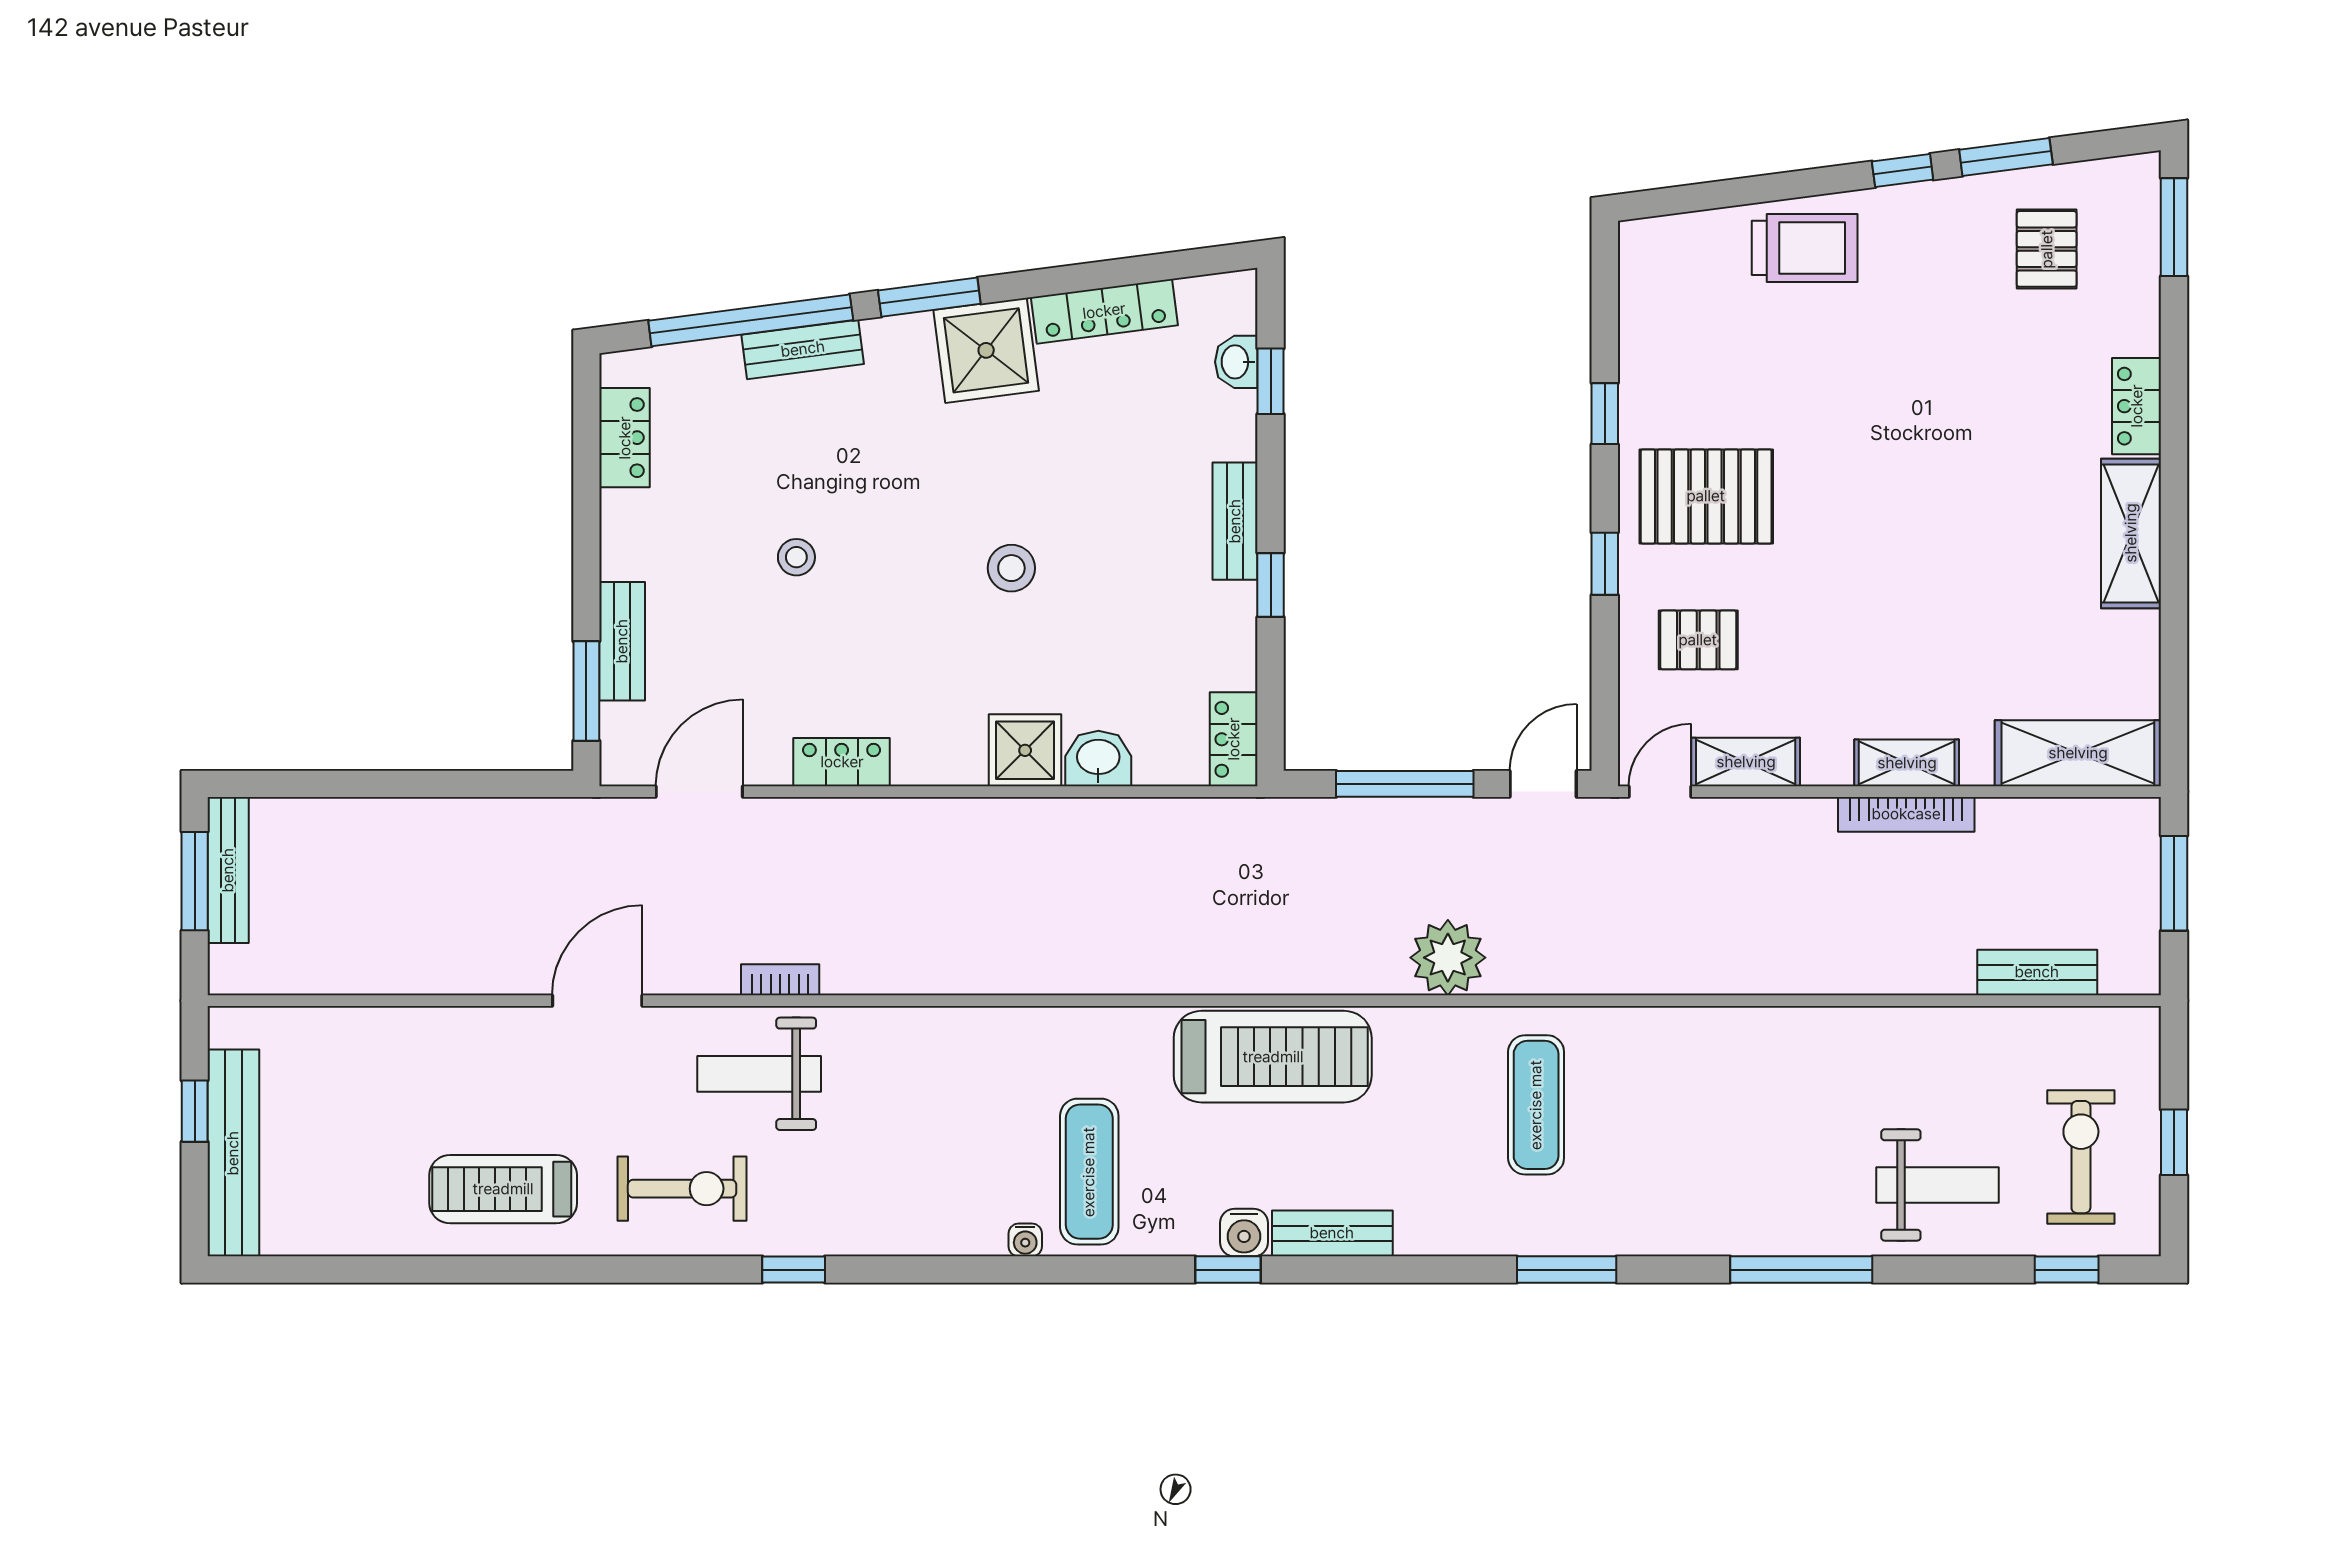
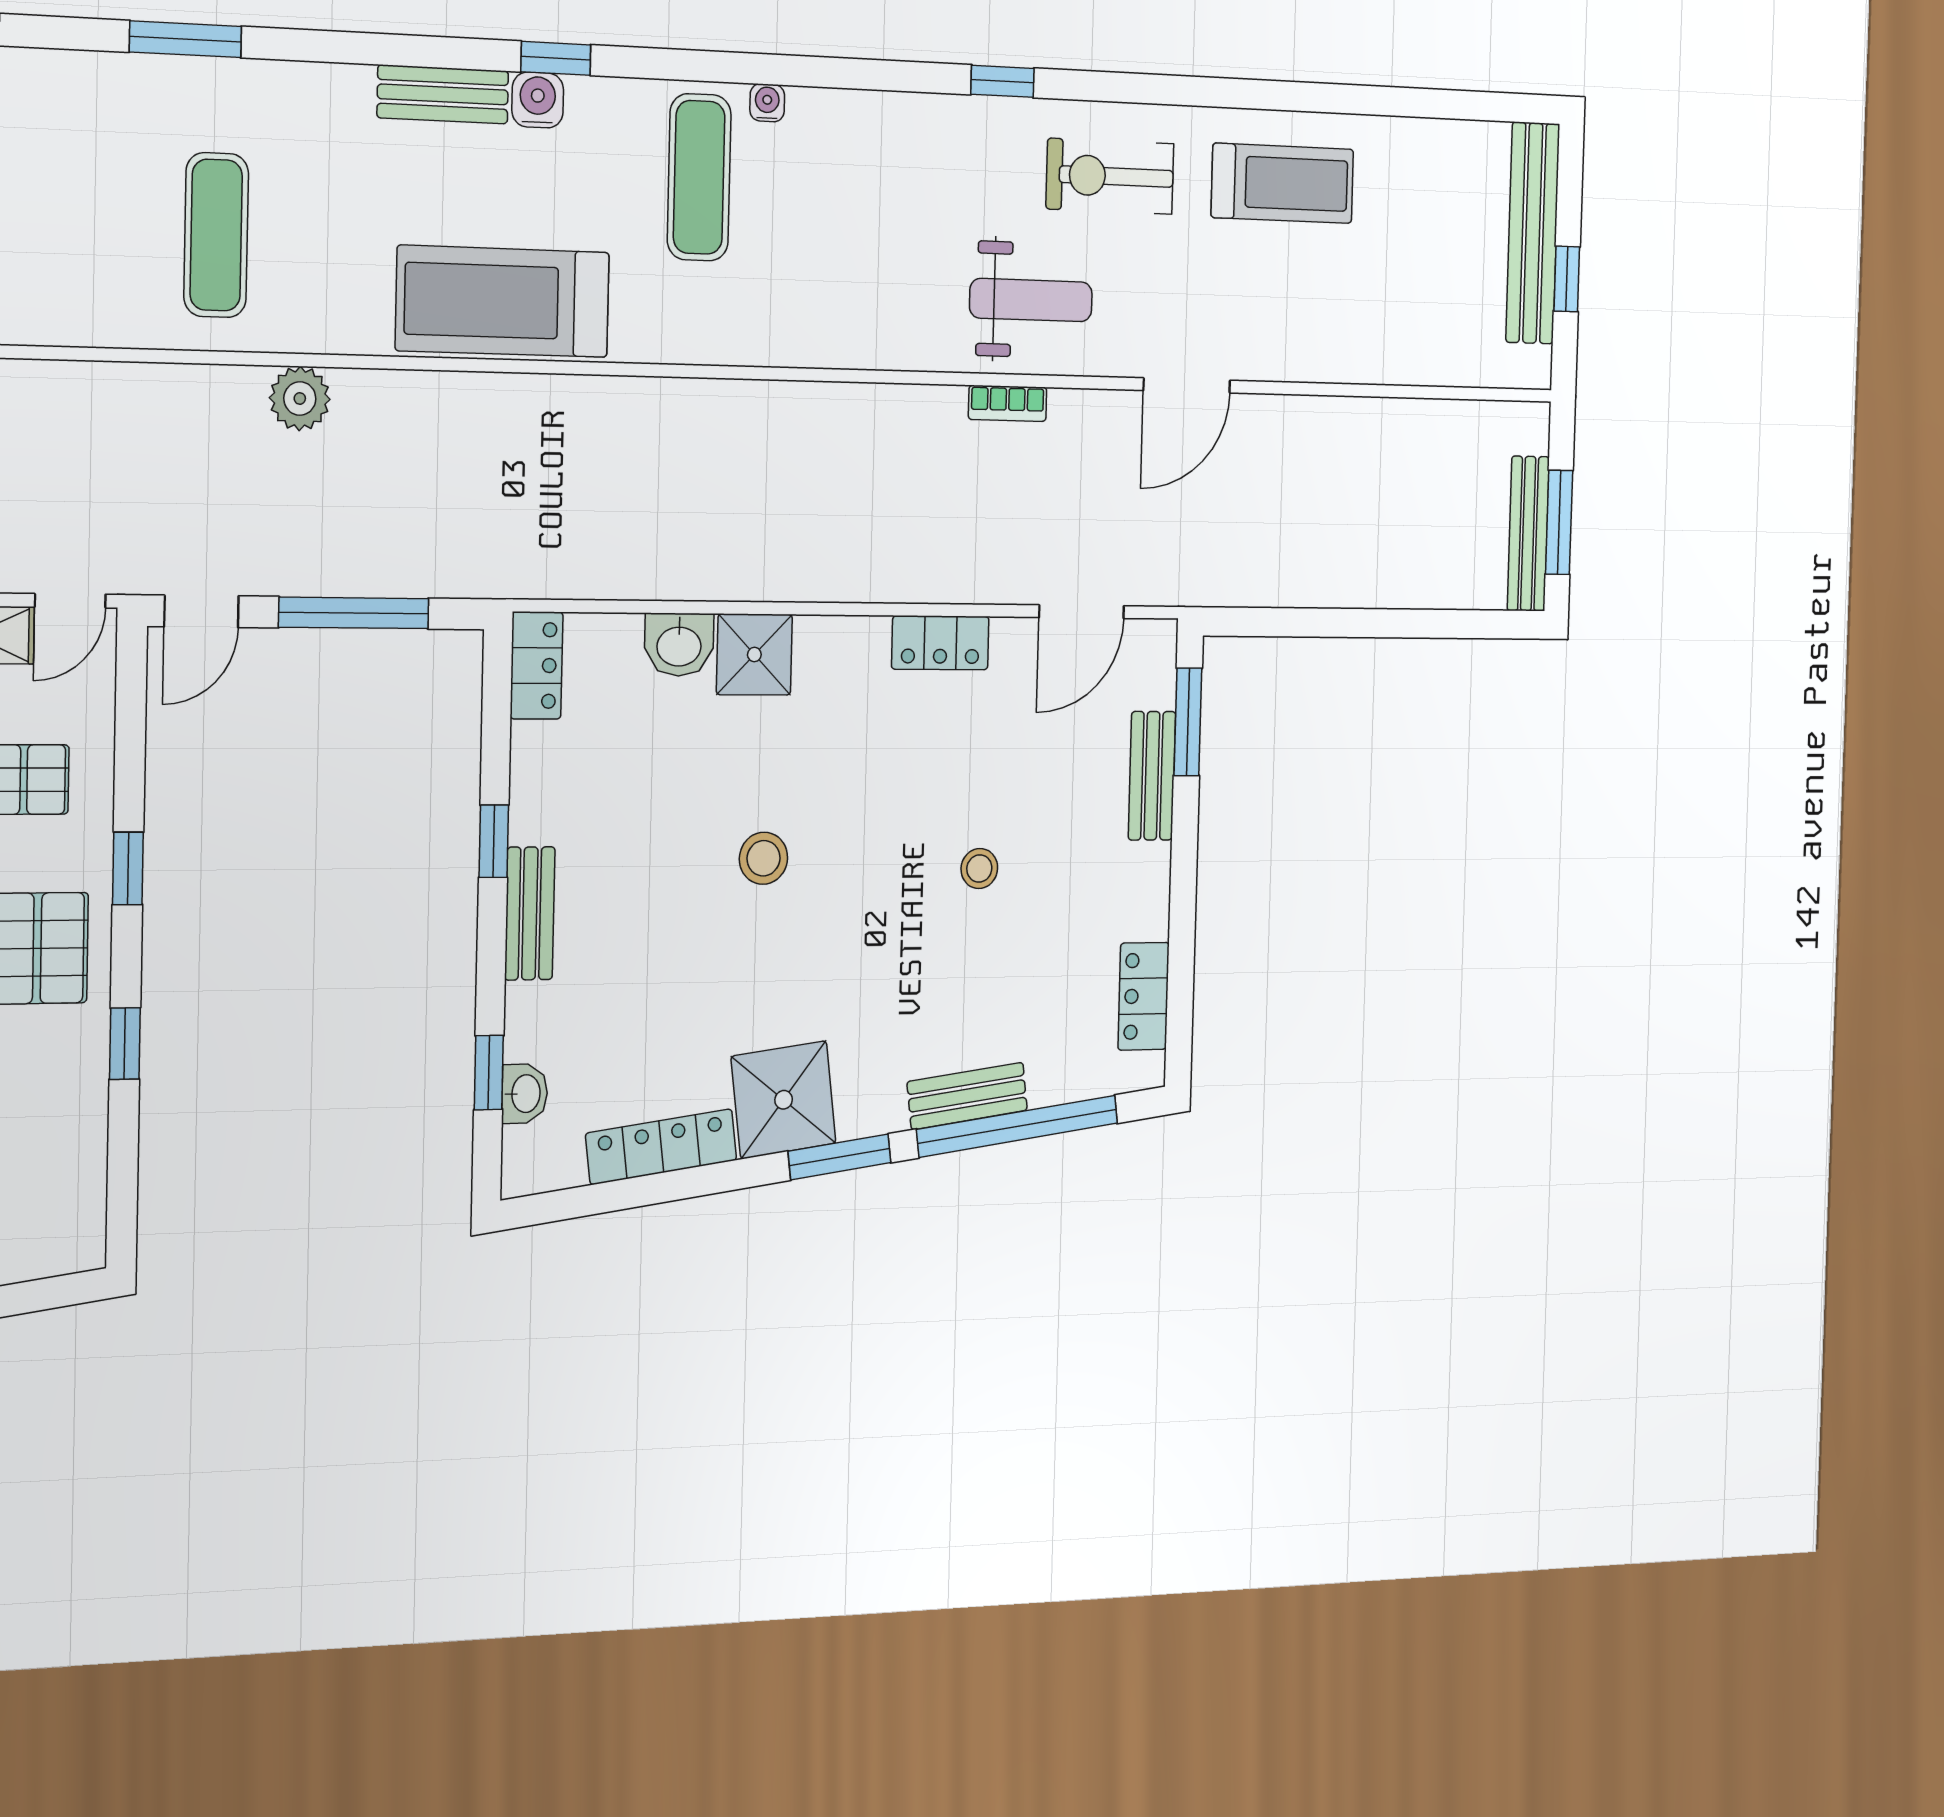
plant: (1448, 958) -> (300, 399), width x0.73, depth x0.73

